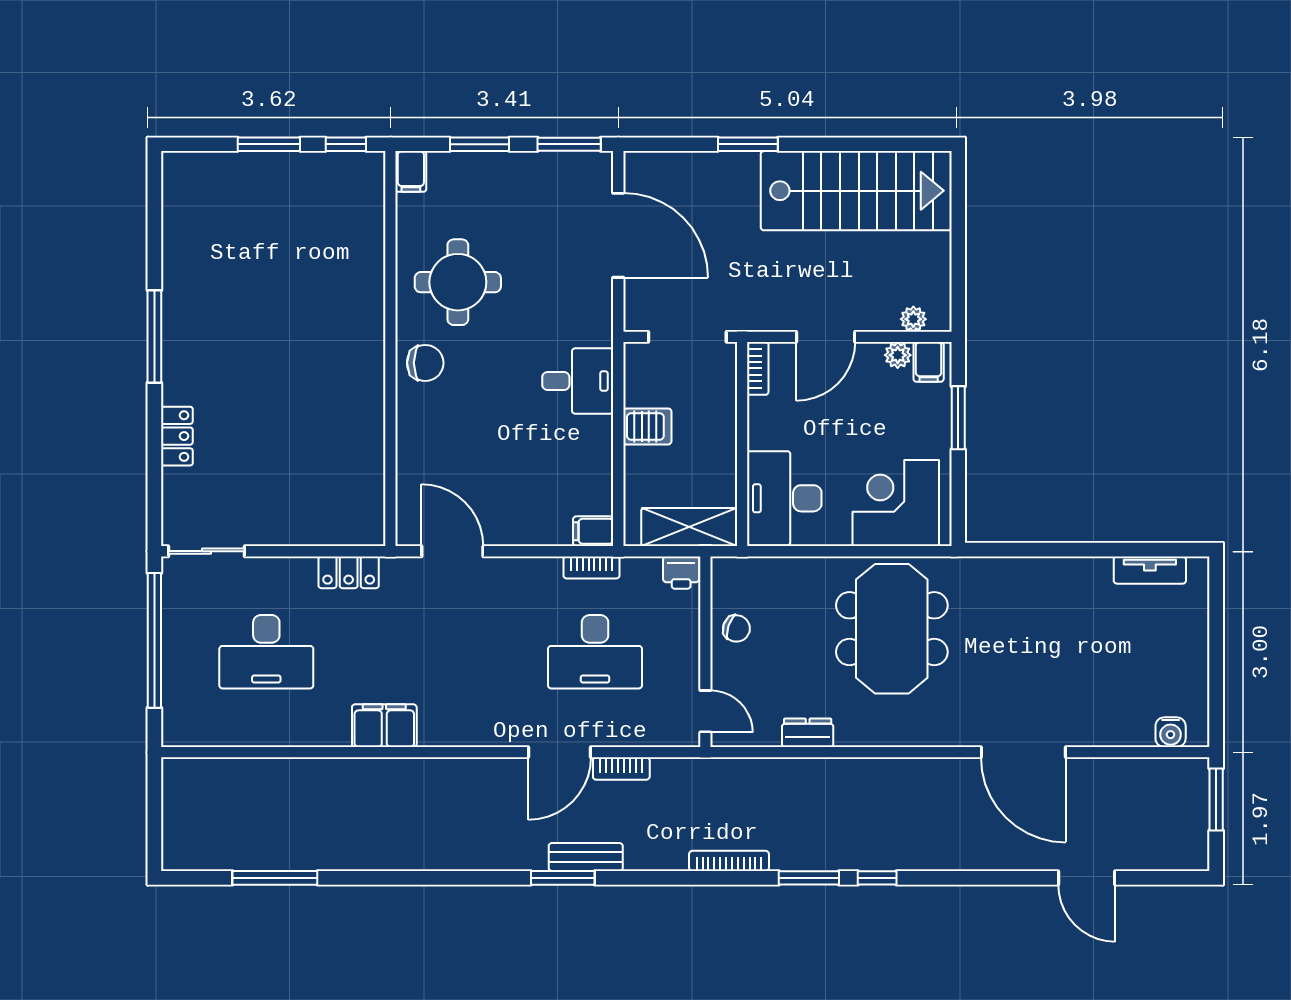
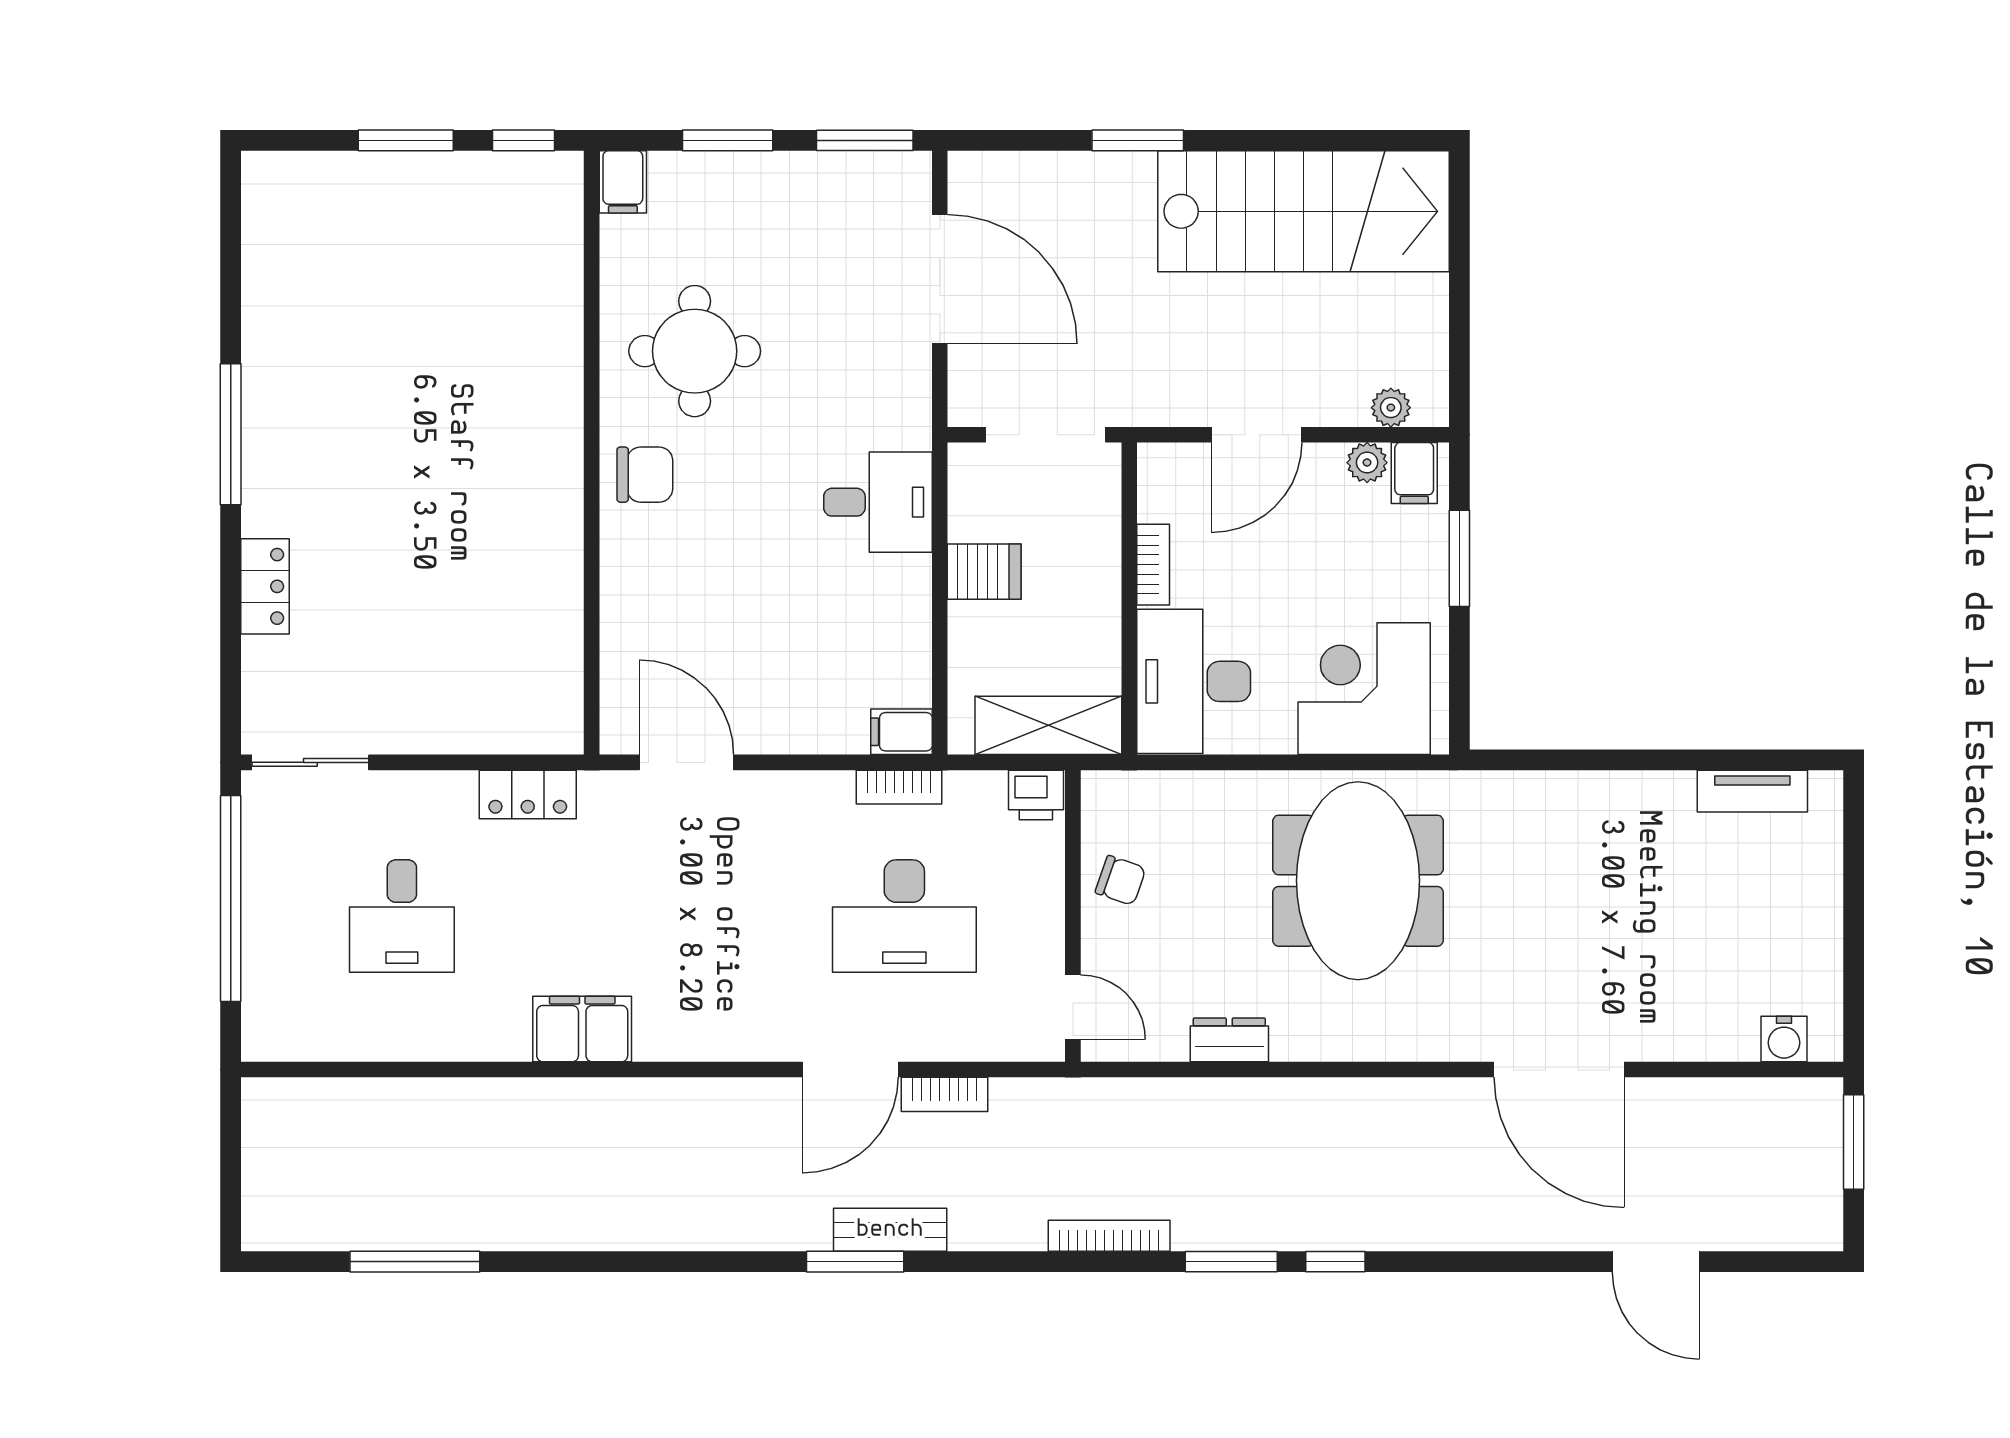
bookcase: (758, 368) -> (1153, 565), moved
desk: (266, 652) -> (402, 916), width x0.73

